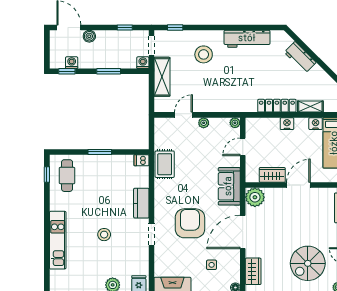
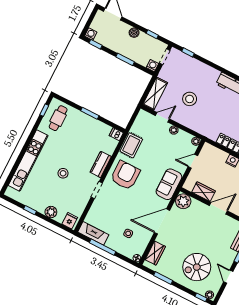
boiler: (89, 36) -> (134, 33), moved
stool: (204, 54) -> (190, 99), moved
washing machine: (72, 63) -> (91, 34), moved
shelving: (162, 77) -> (155, 94), moved
armchair: (190, 223) -> (125, 175), moved
kitchen unit: (58, 240) -> (28, 160), width x1.36

